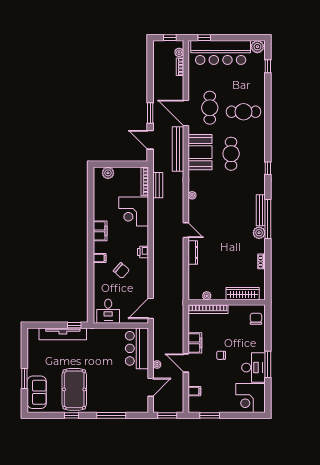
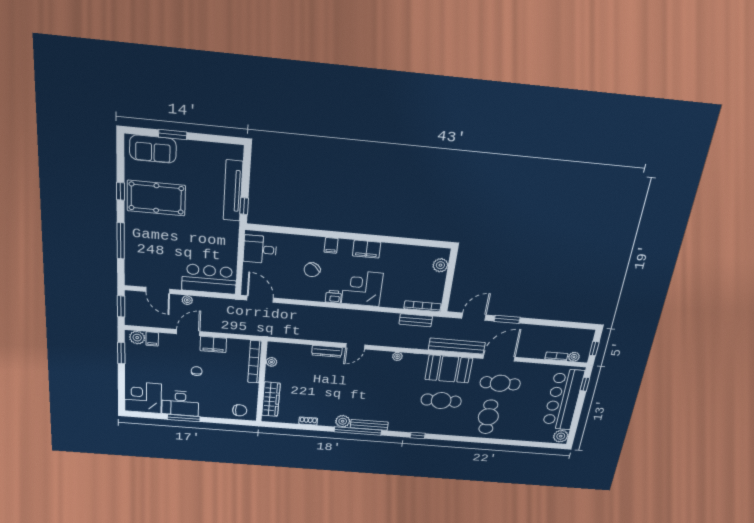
window: (268, 66) -> (536, 444), removed
corner desk: (134, 211) -> (362, 288), moved
plant: (194, 403) -> (137, 338), added

